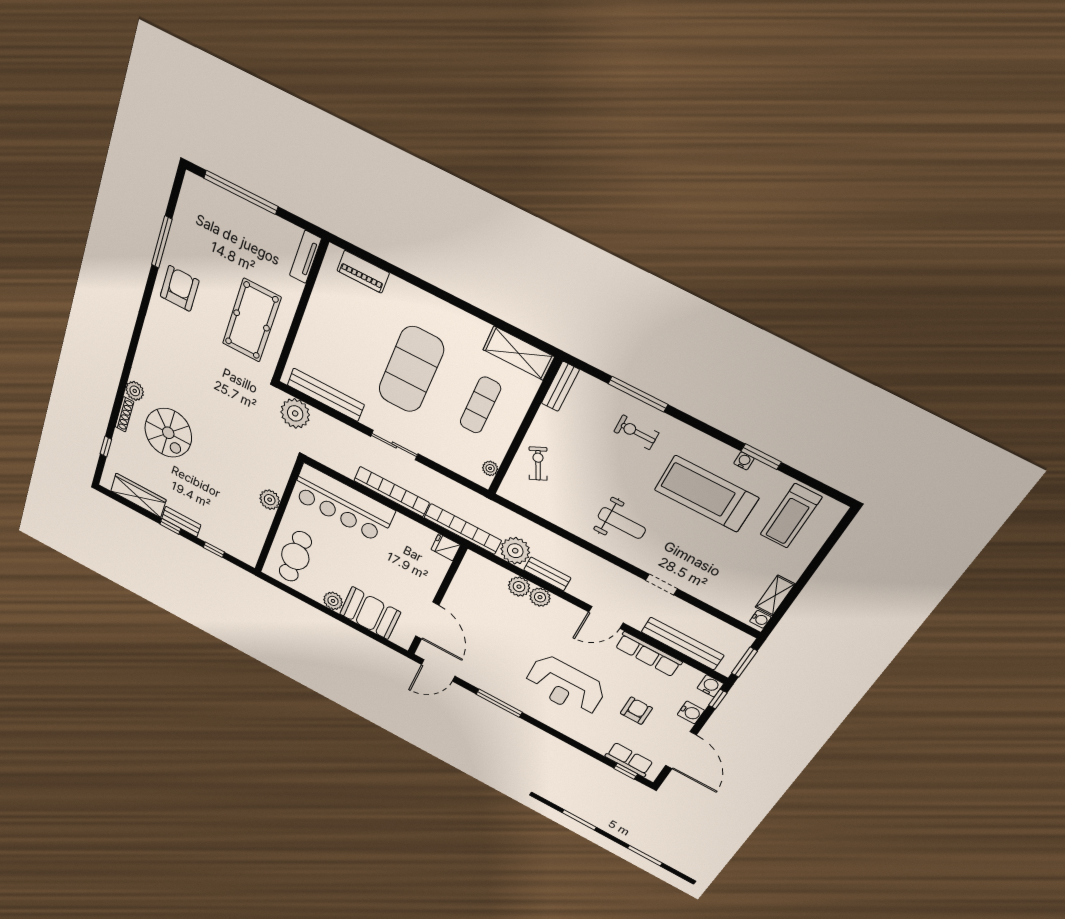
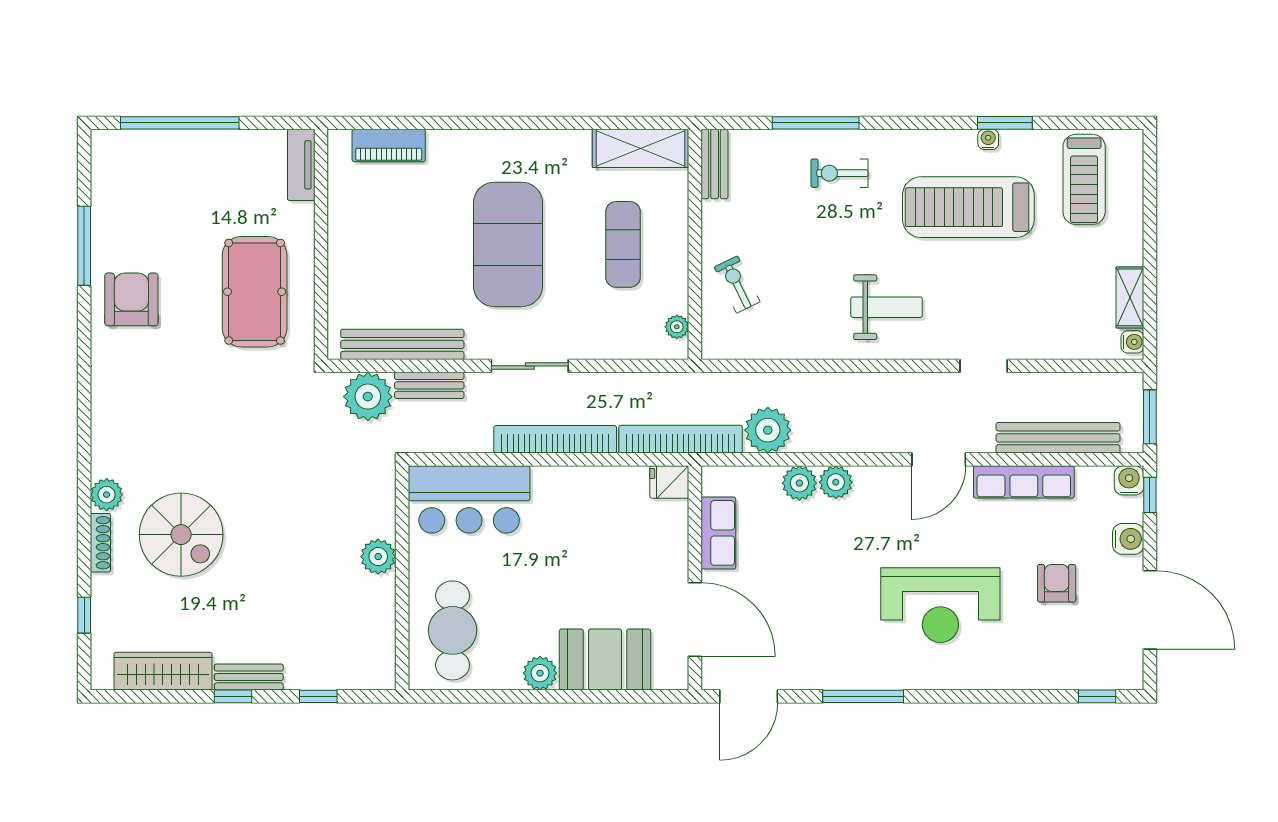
bar counter: (342, 504) -> (469, 499), width x0.73
bench: (547, 574) -> (429, 385), moved
row of seats: (629, 760) -> (718, 533), moved, turned 90

